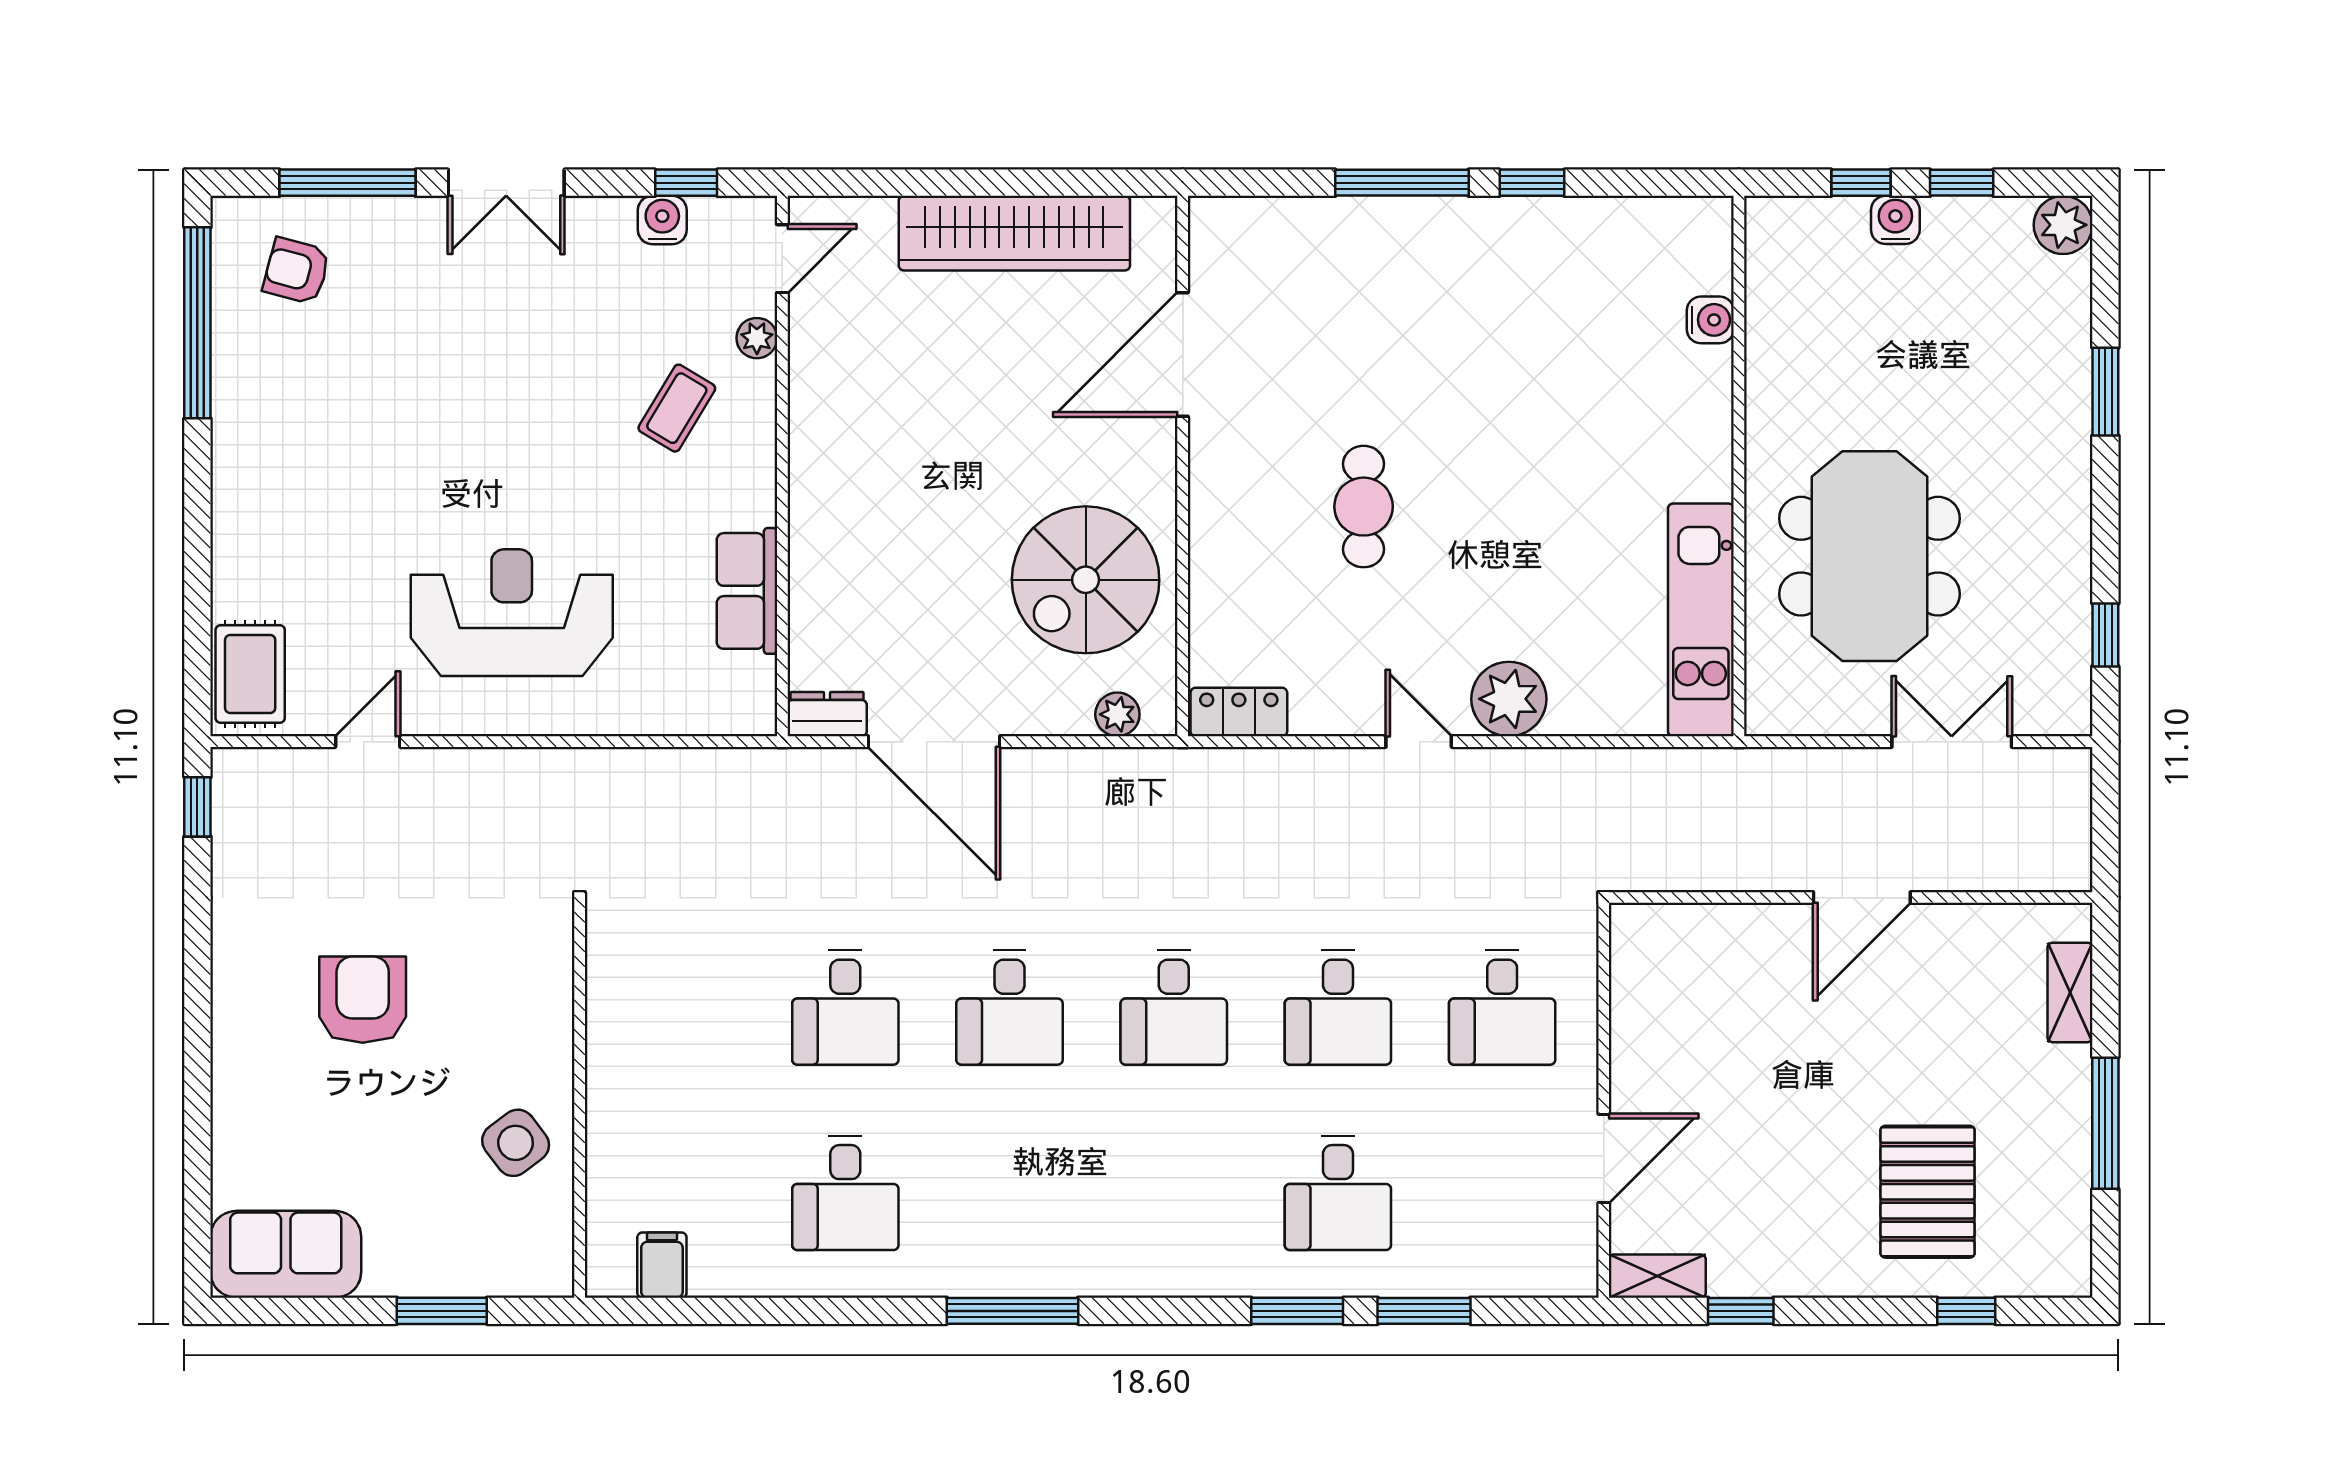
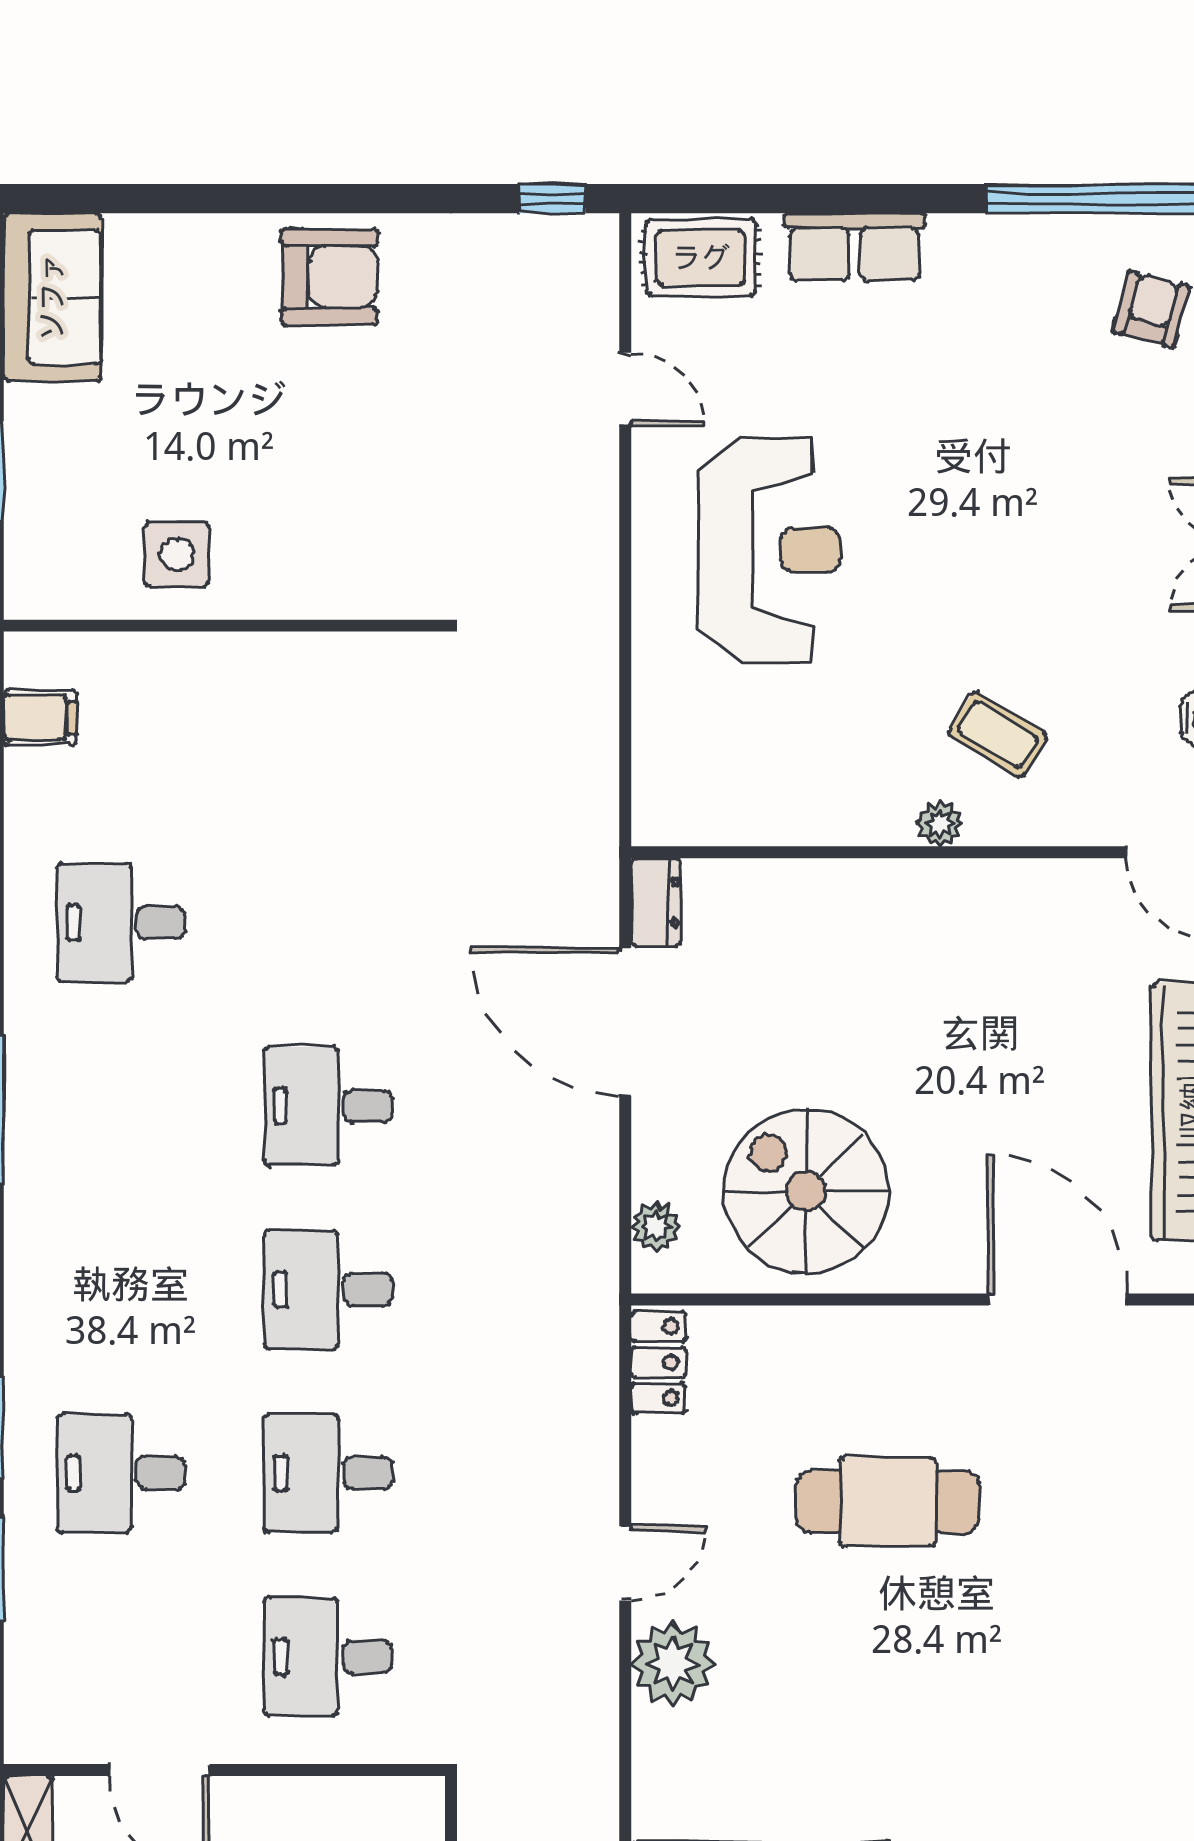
plant: (757, 338) -> (940, 824), moved
cafe table: (1364, 507) -> (888, 1502), width x1.37, depth x1.35
row of seats: (747, 591) -> (855, 247), moved, turned 180
door: (934, 742) -> (625, 1022), hinge flipped
armchair: (363, 1000) -> (330, 277), moved
desk: (845, 1008) -> (328, 923), removed
side table: (516, 1143) -> (177, 554), turned 37

